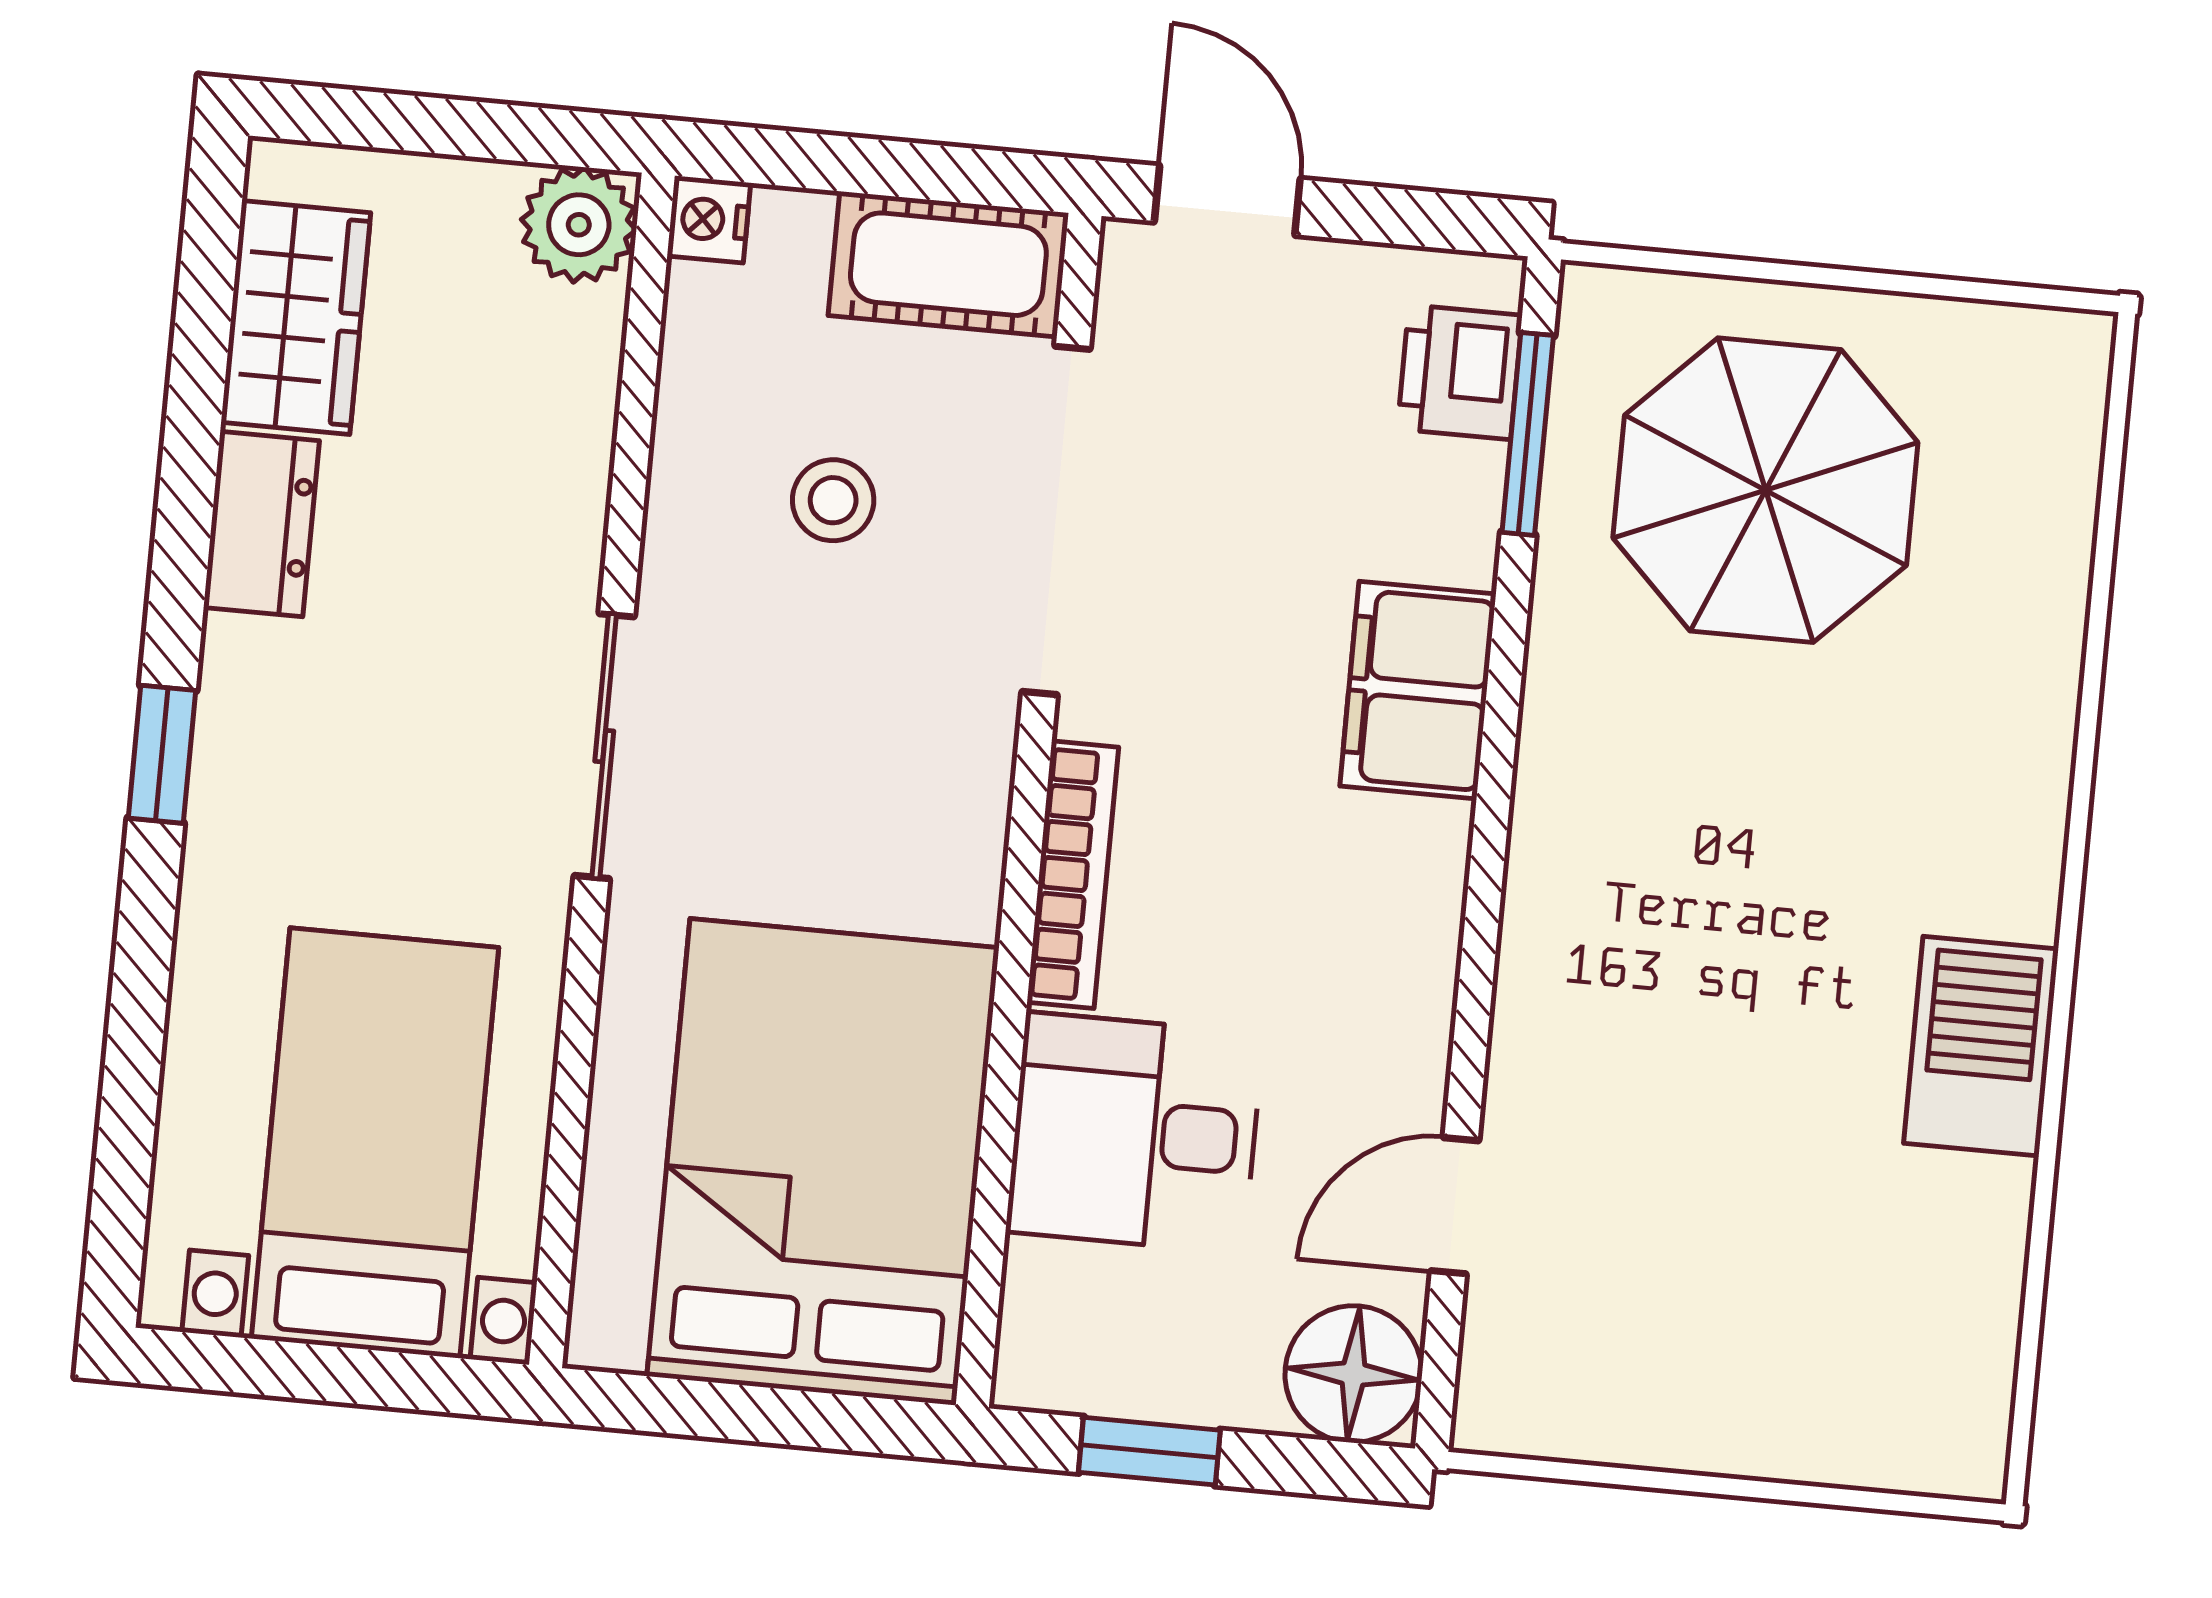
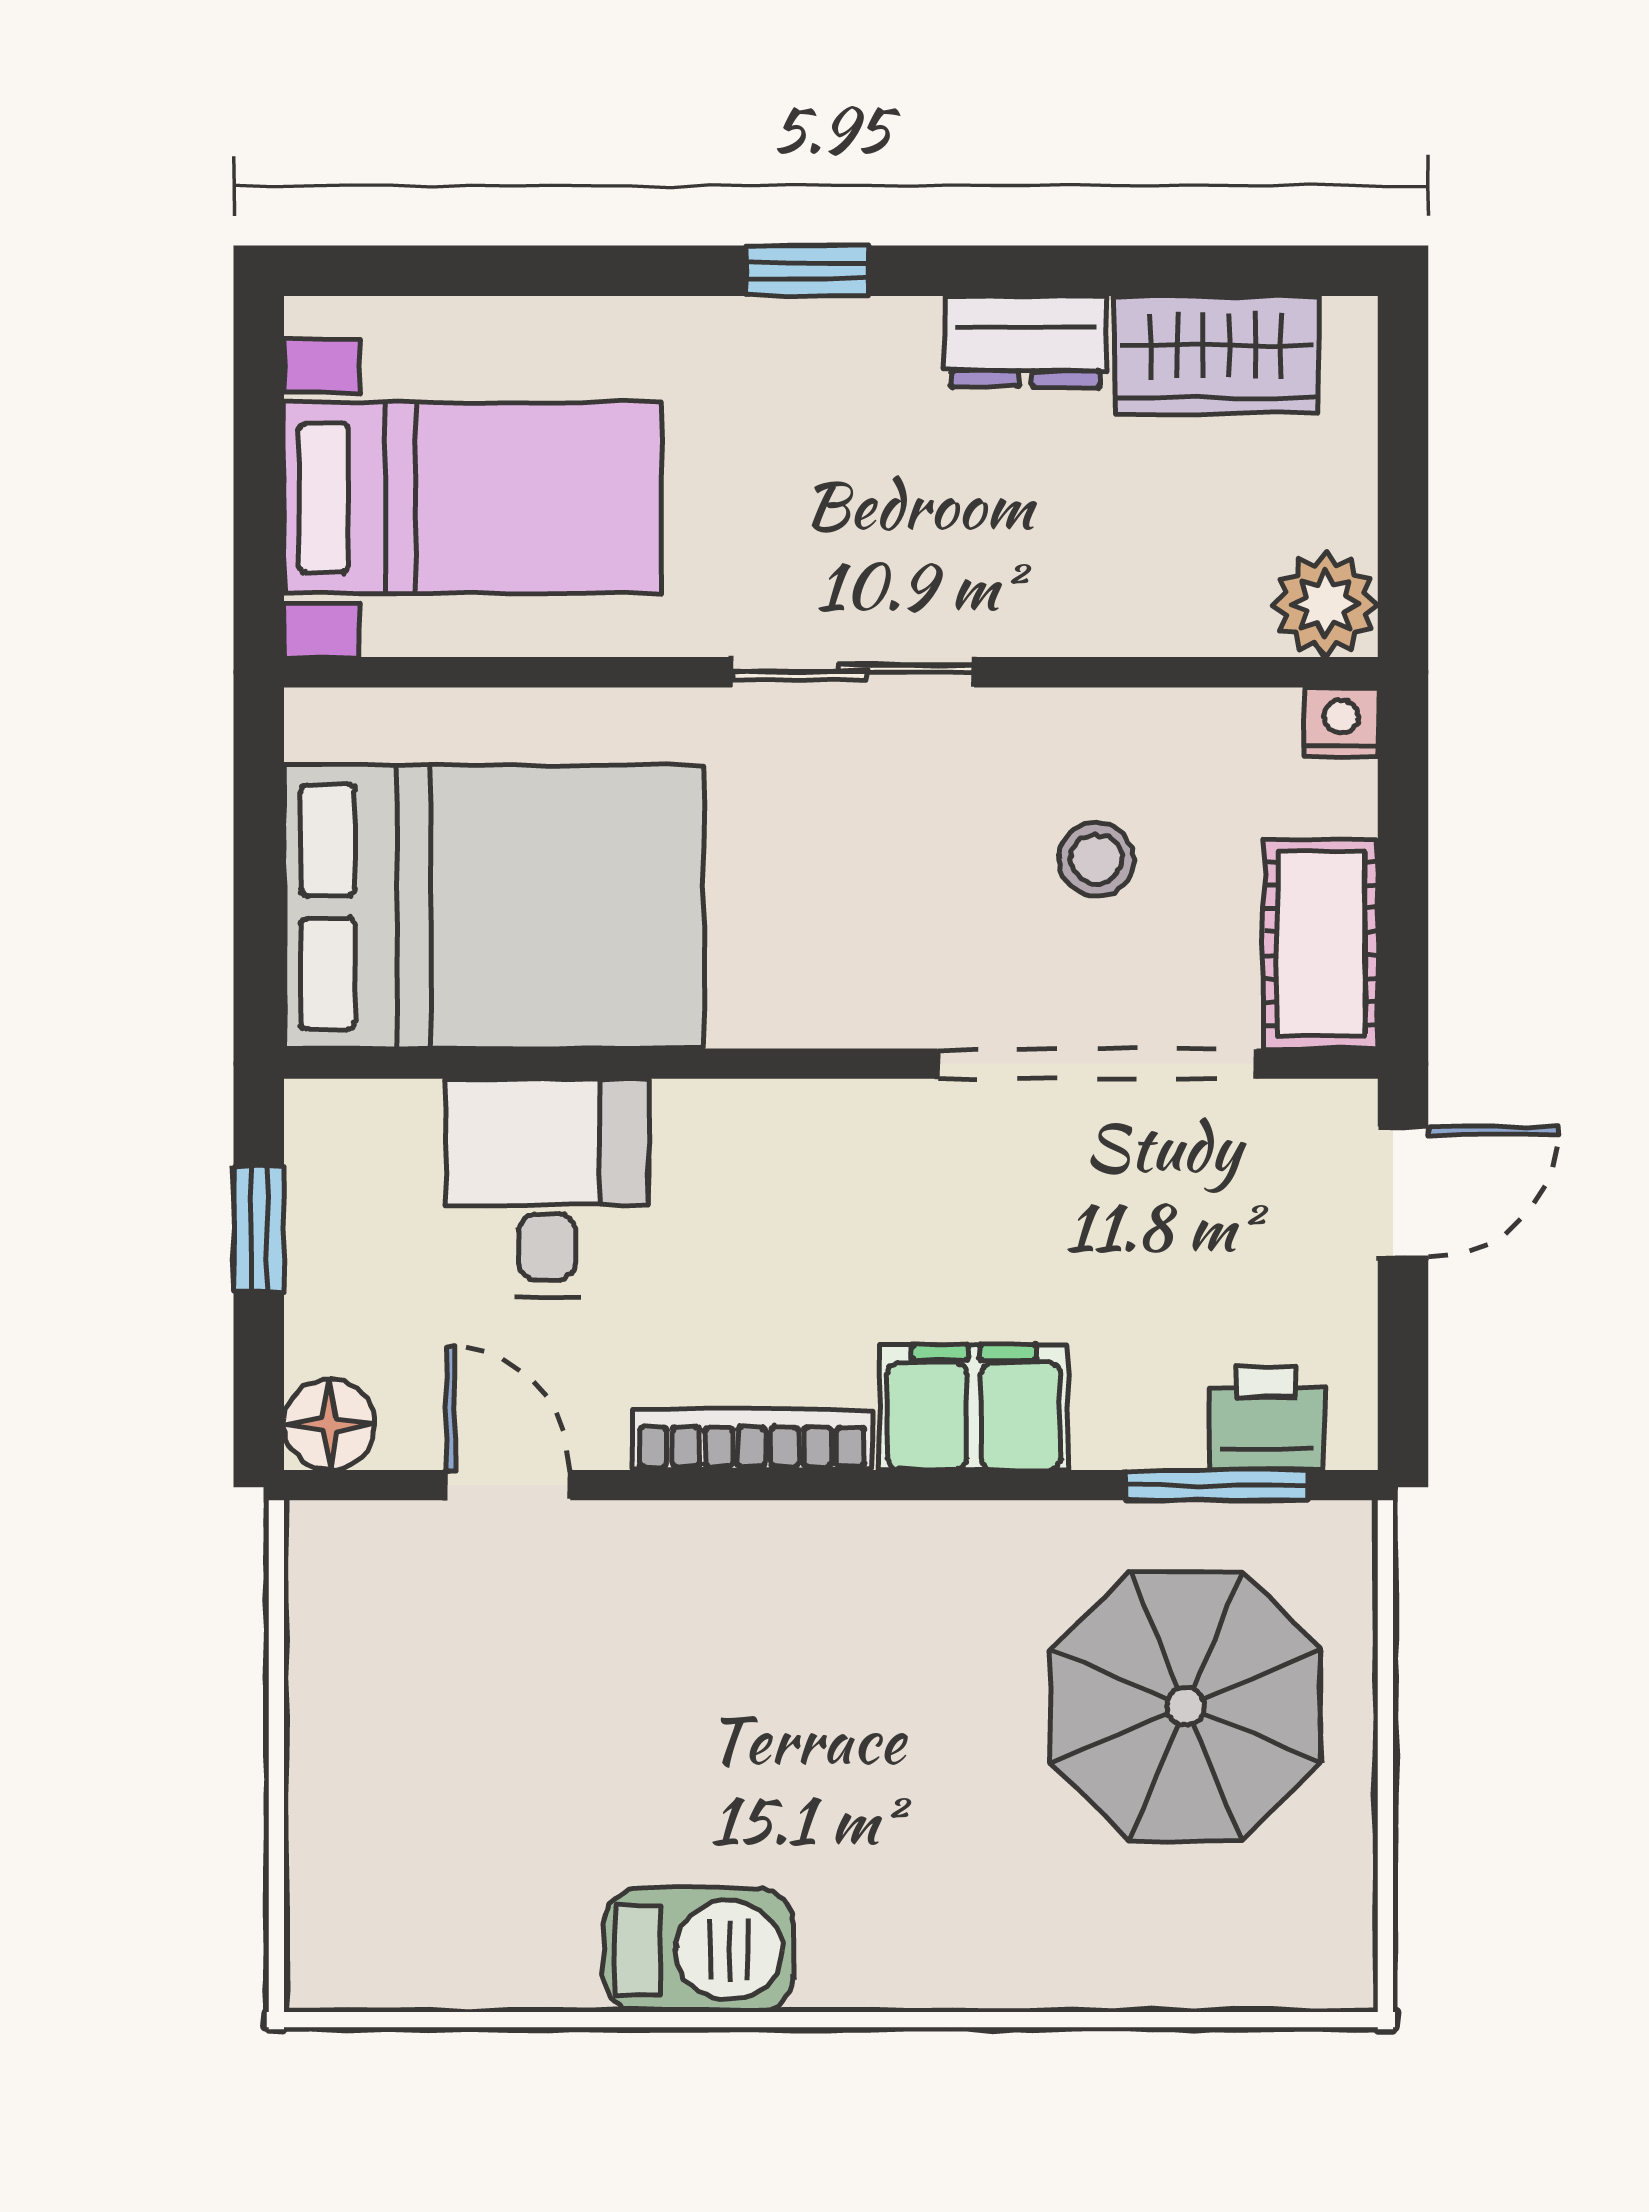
bookcase: (1073, 875) -> (752, 1439), moved, turned 180
floor lamp: (1353, 1374) -> (329, 1425), width x0.73, depth x0.73

